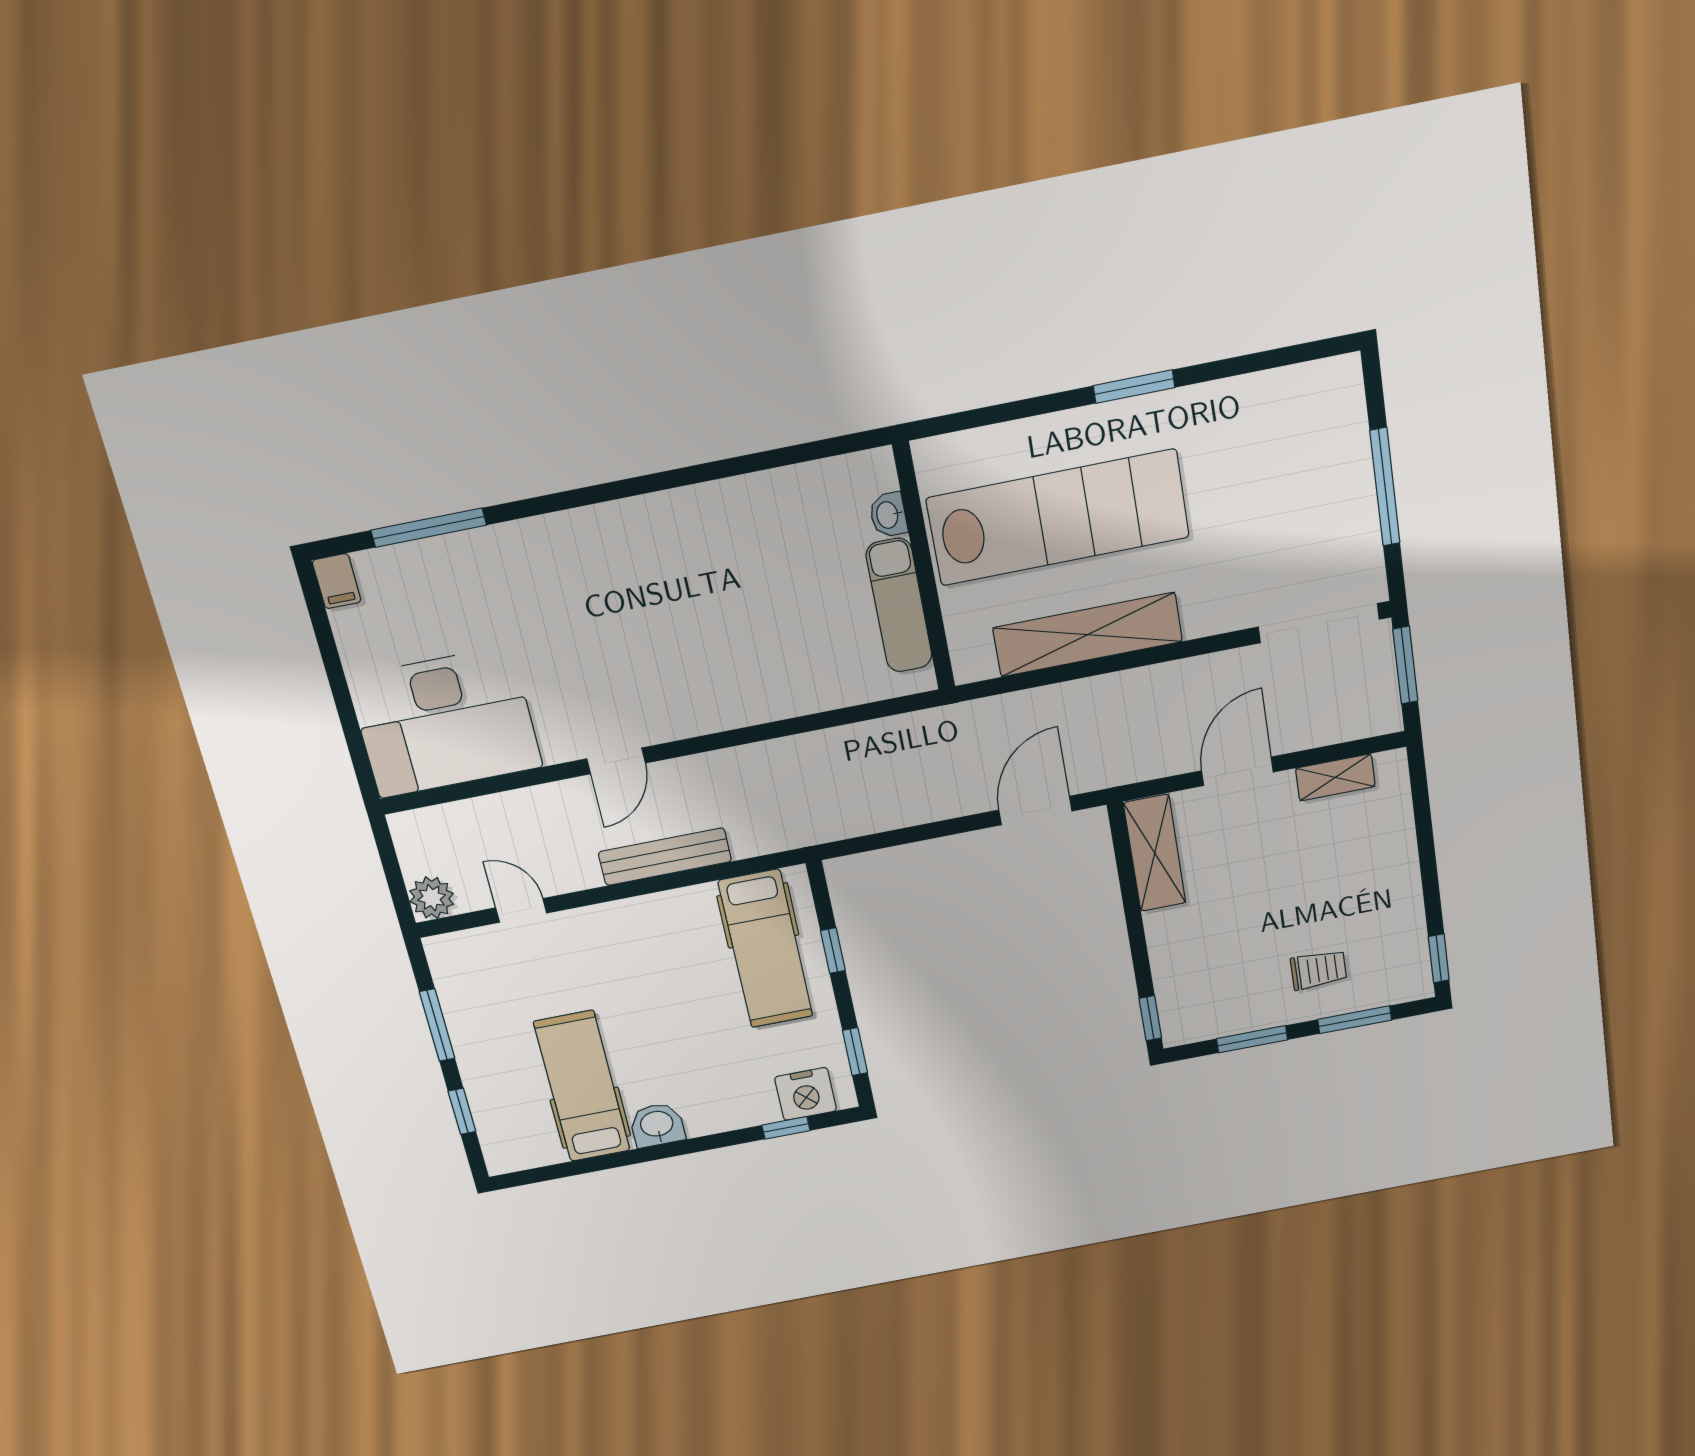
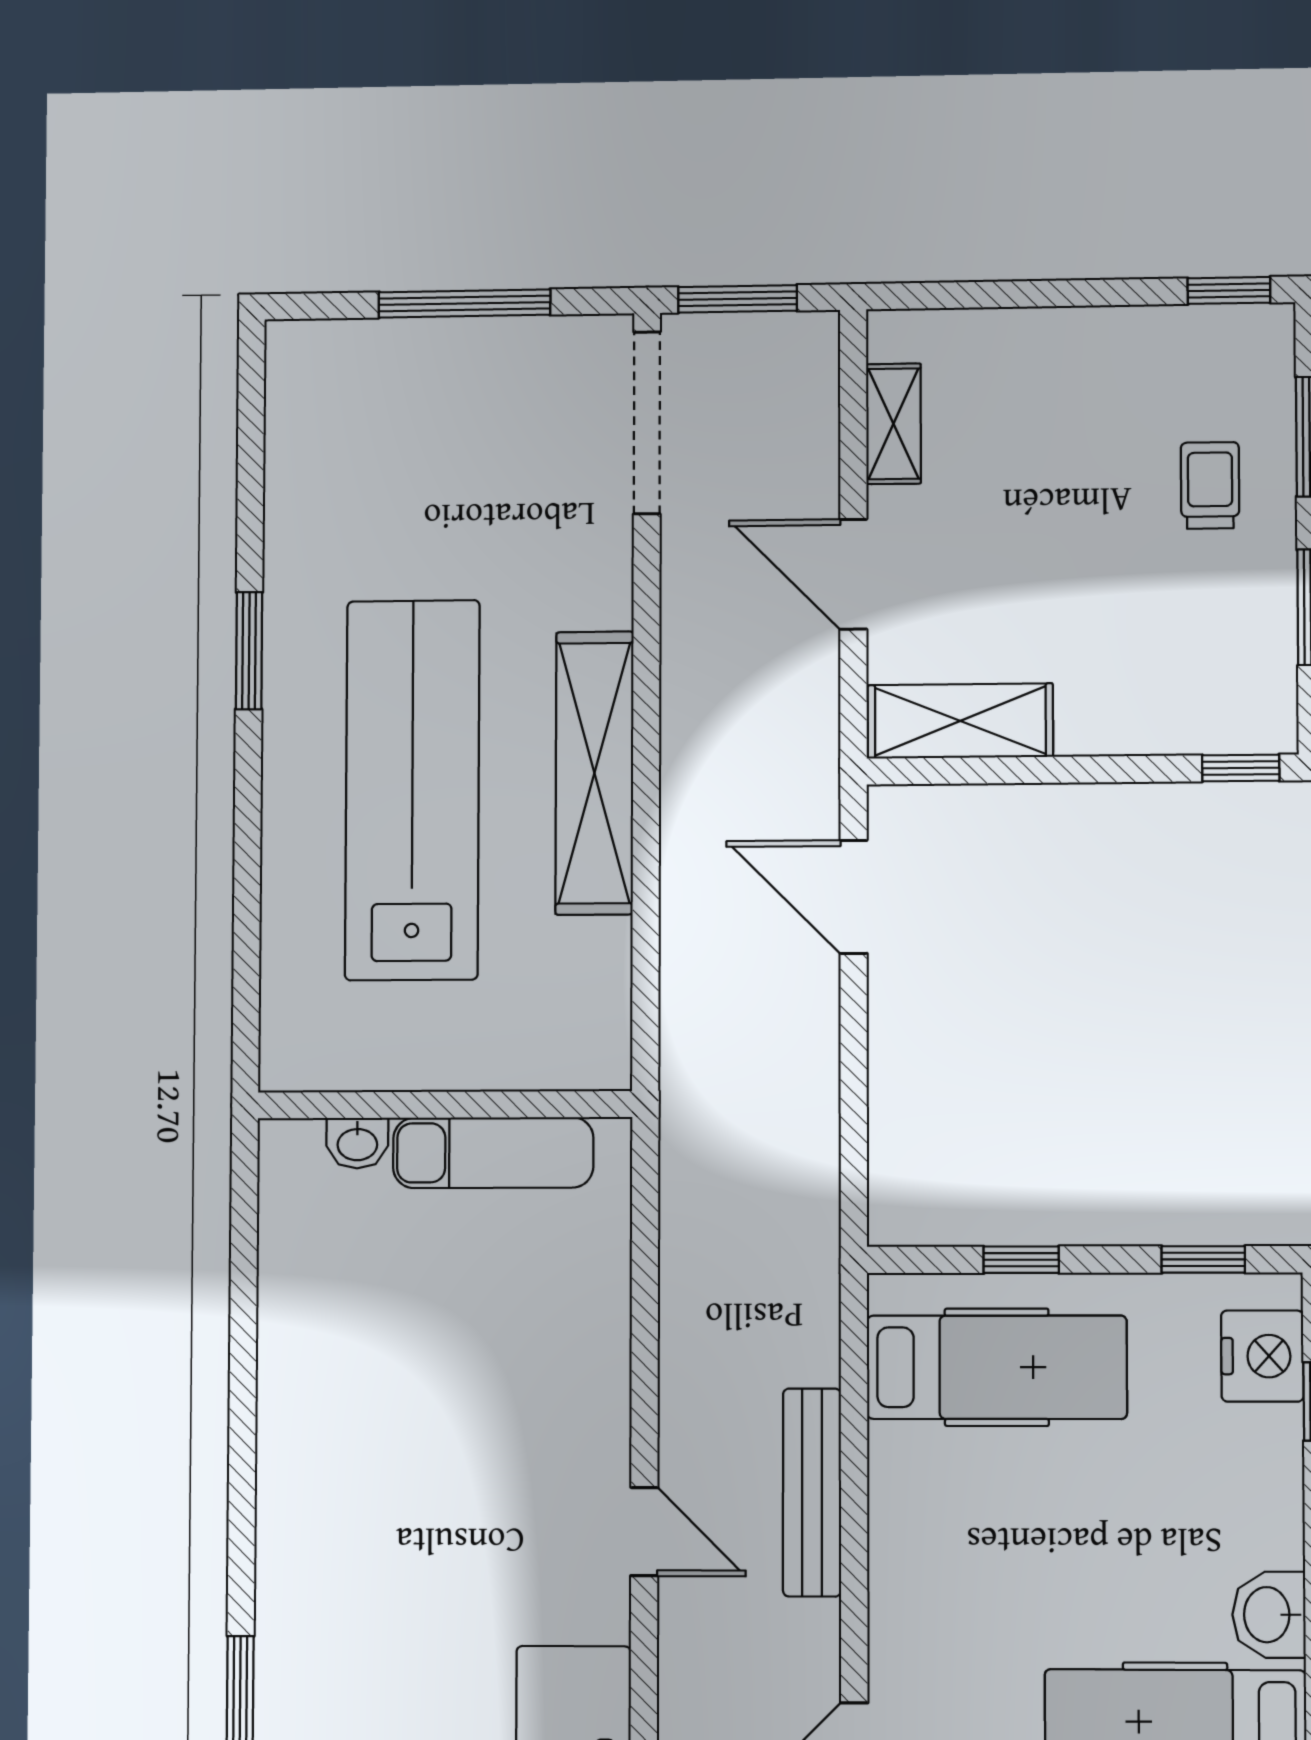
washbasin: (888, 515) -> (357, 1143), moved
wall: (924, 567) -> (445, 1105), moved
exam couch: (899, 605) -> (493, 1153), moved

